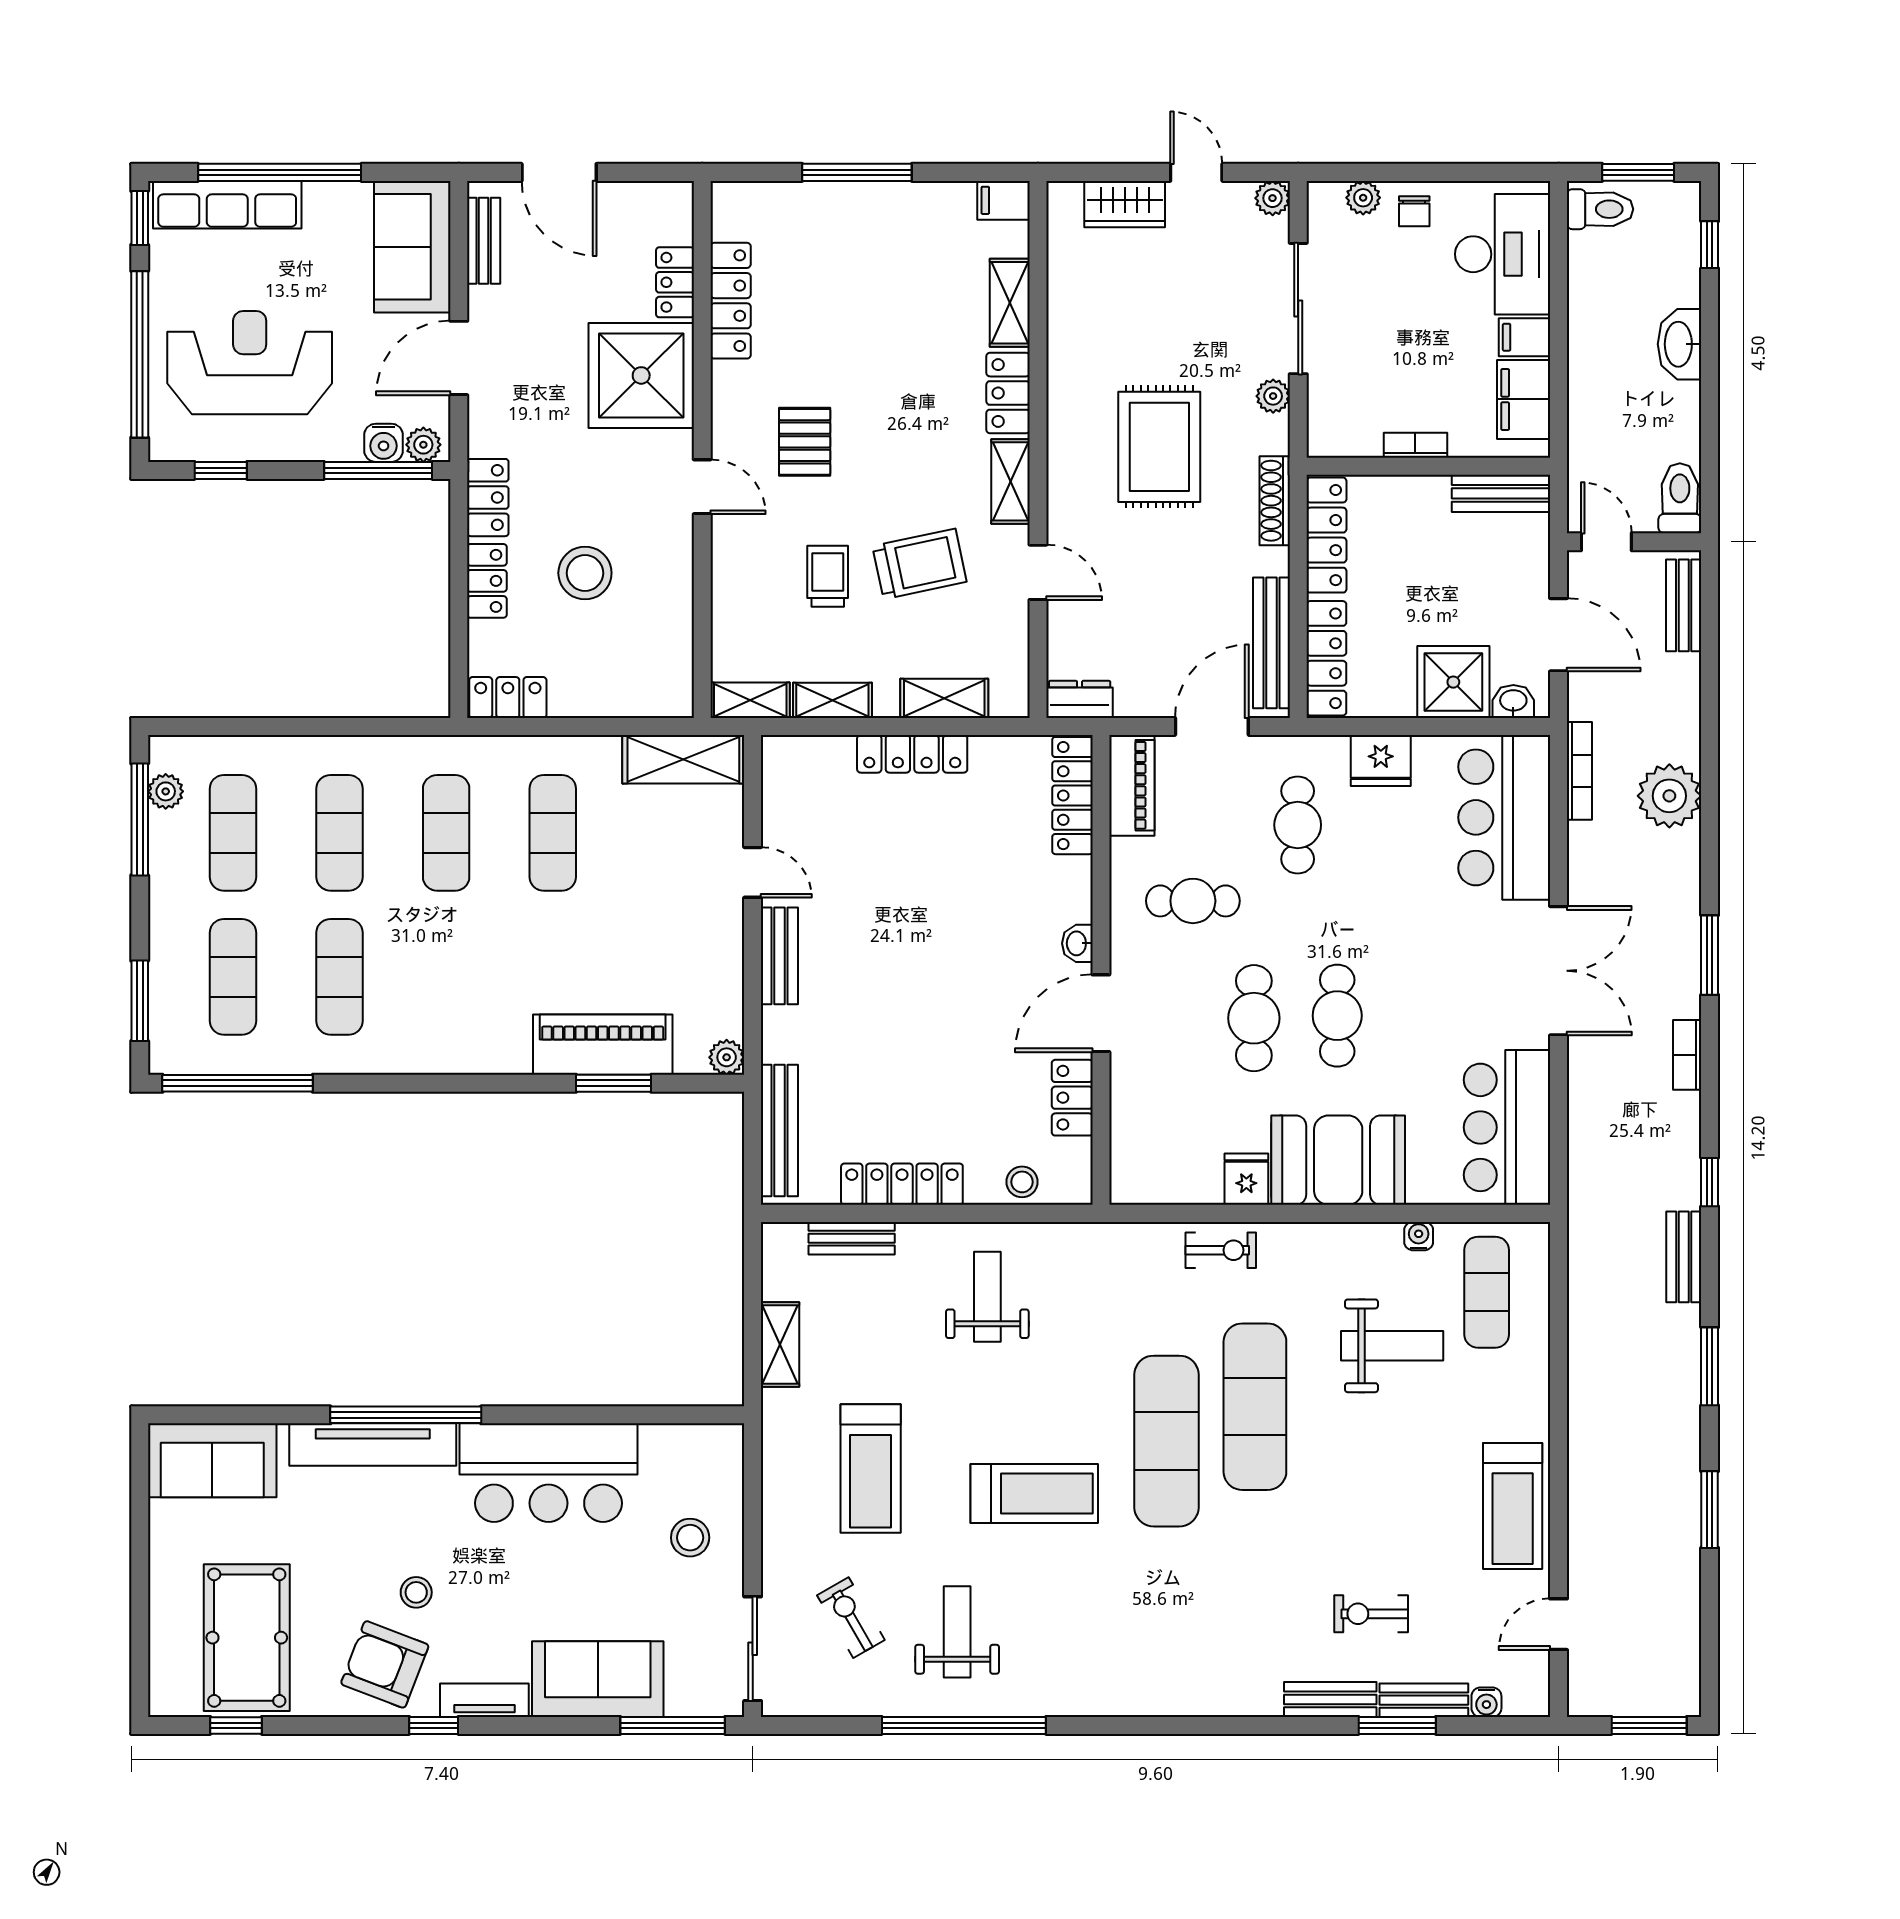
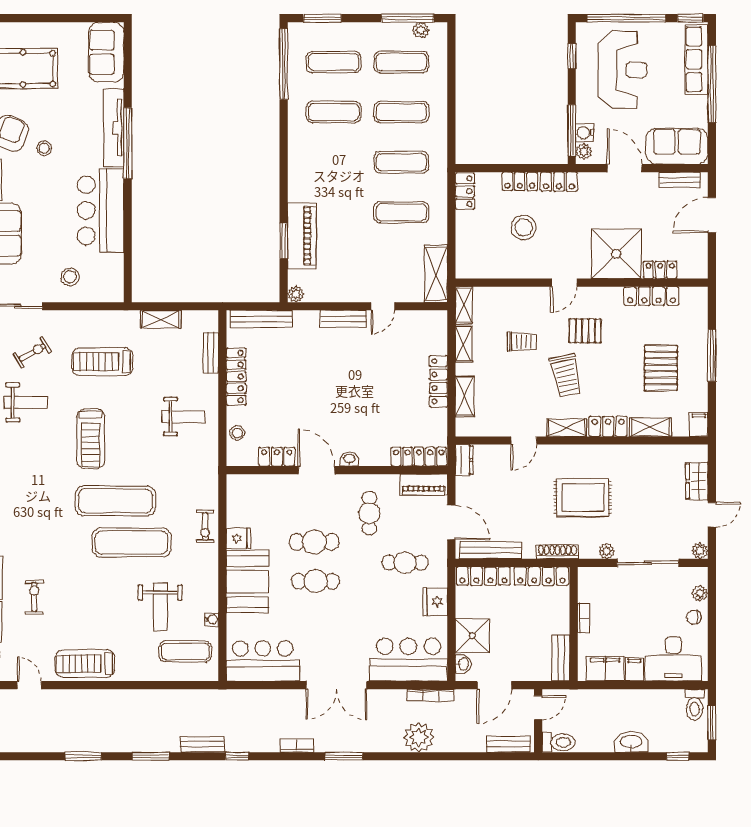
pallet: (884, 281) -> (661, 368), added
trolley: (919, 564) -> (566, 375), moved

